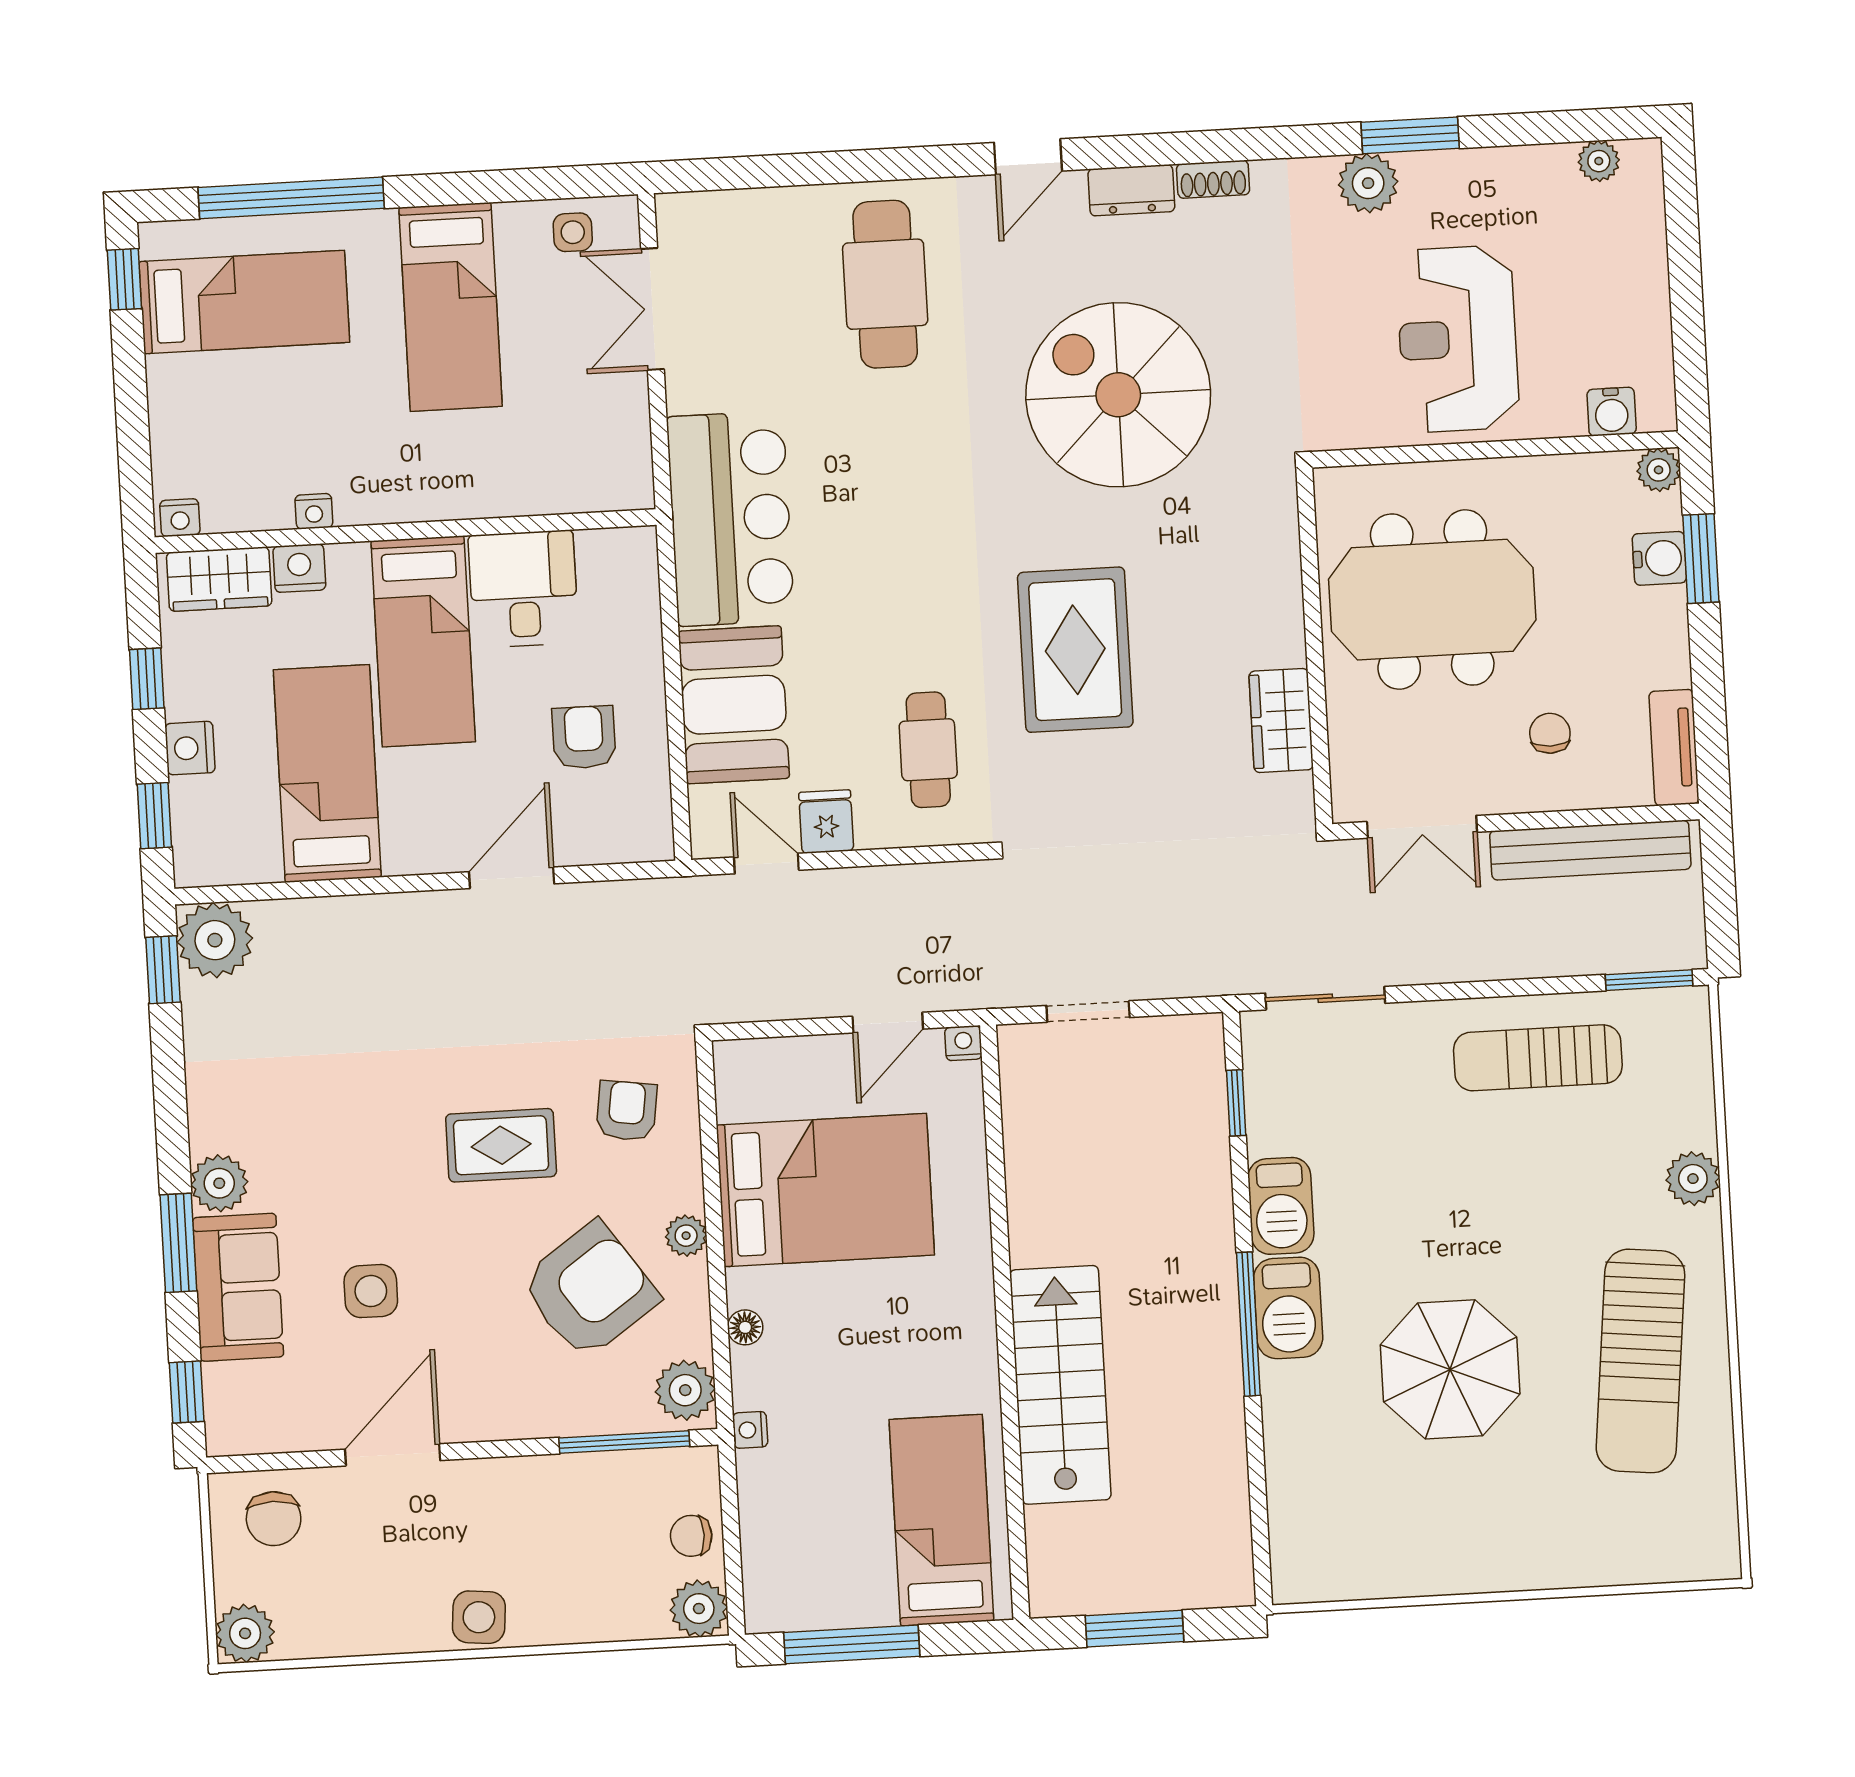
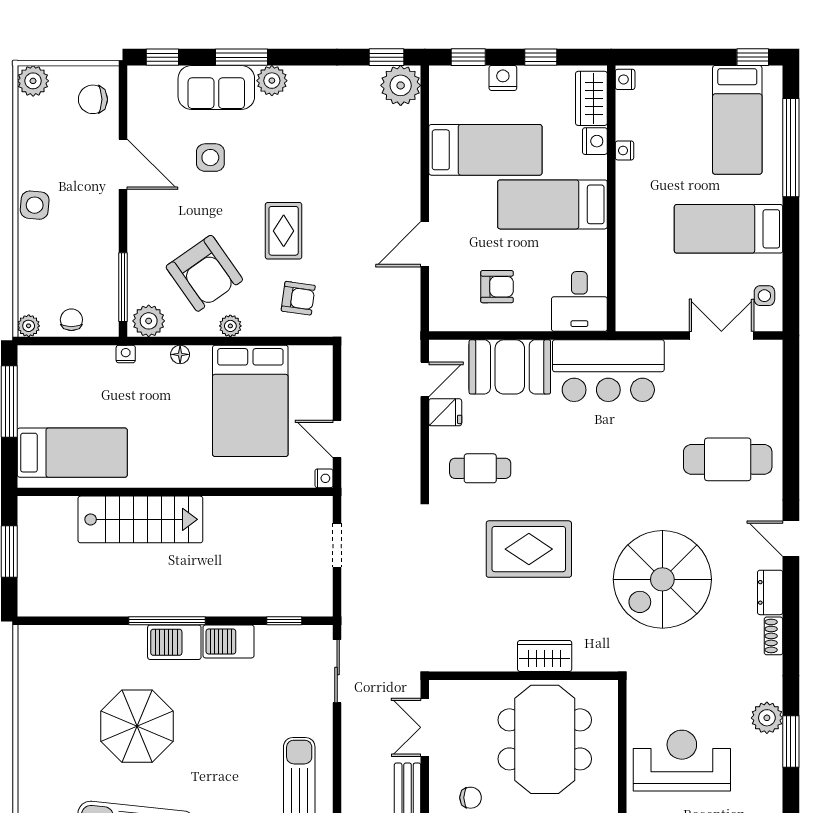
spiral stairs: (1118, 395) -> (662, 579), turned 180
desk: (523, 589) -> (579, 301), moved, turned 90
wardrobe: (1281, 720) -> (545, 656), moved
door: (512, 878) -> (425, 244), swing flipped
plant: (699, 1609) -> (29, 326), width x0.73, depth x0.73

